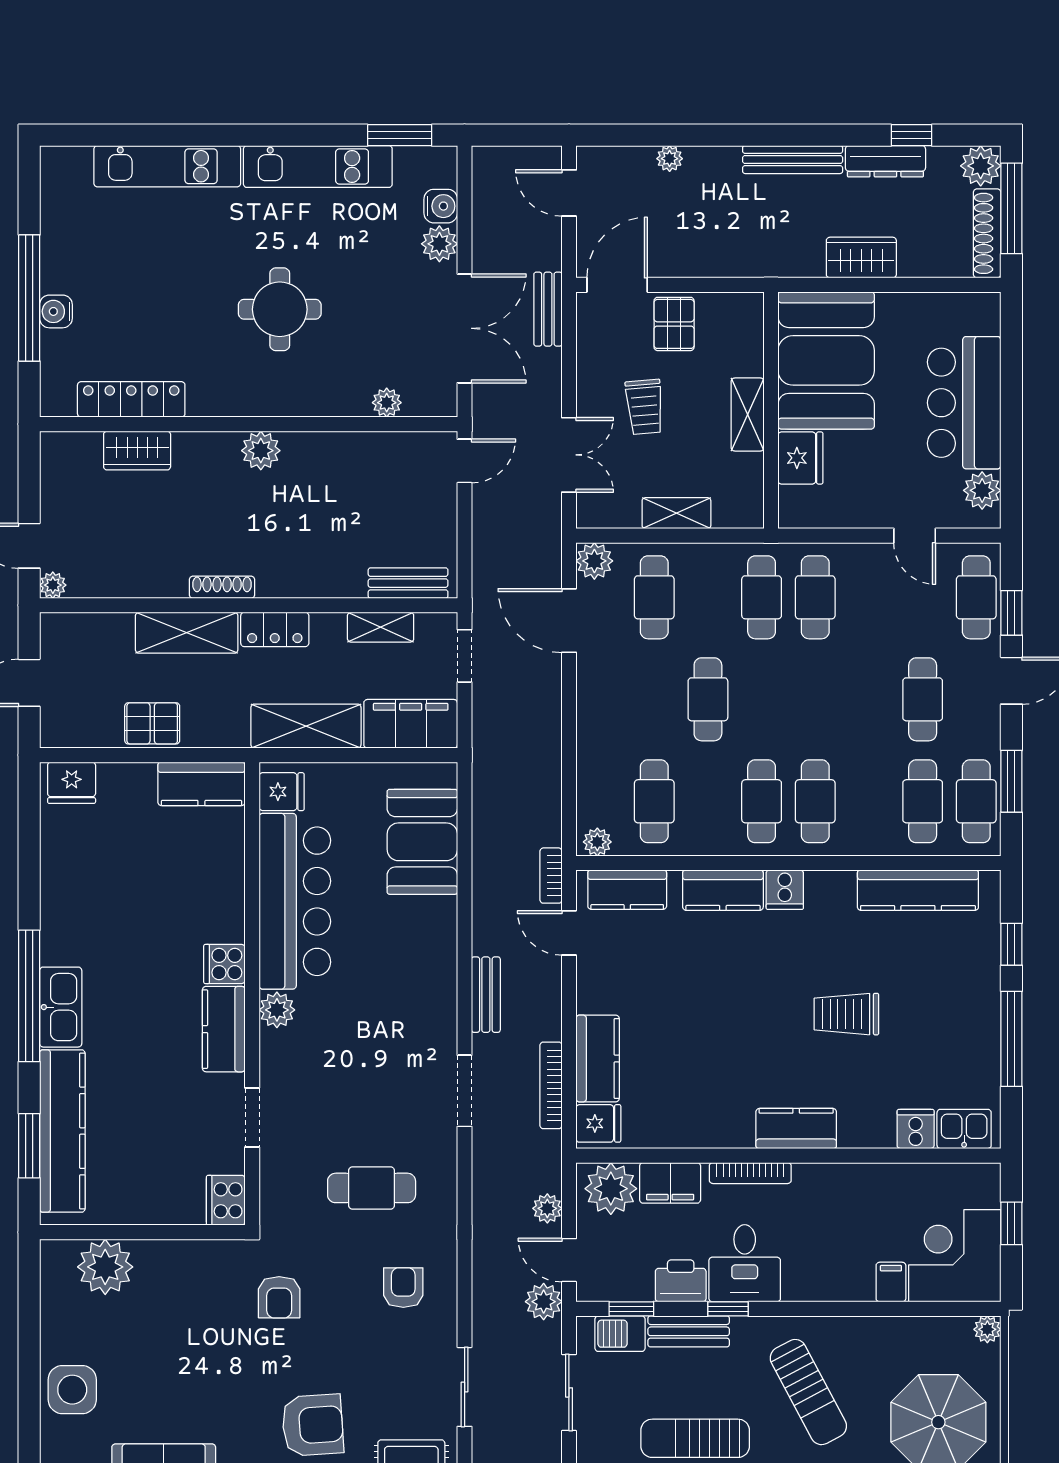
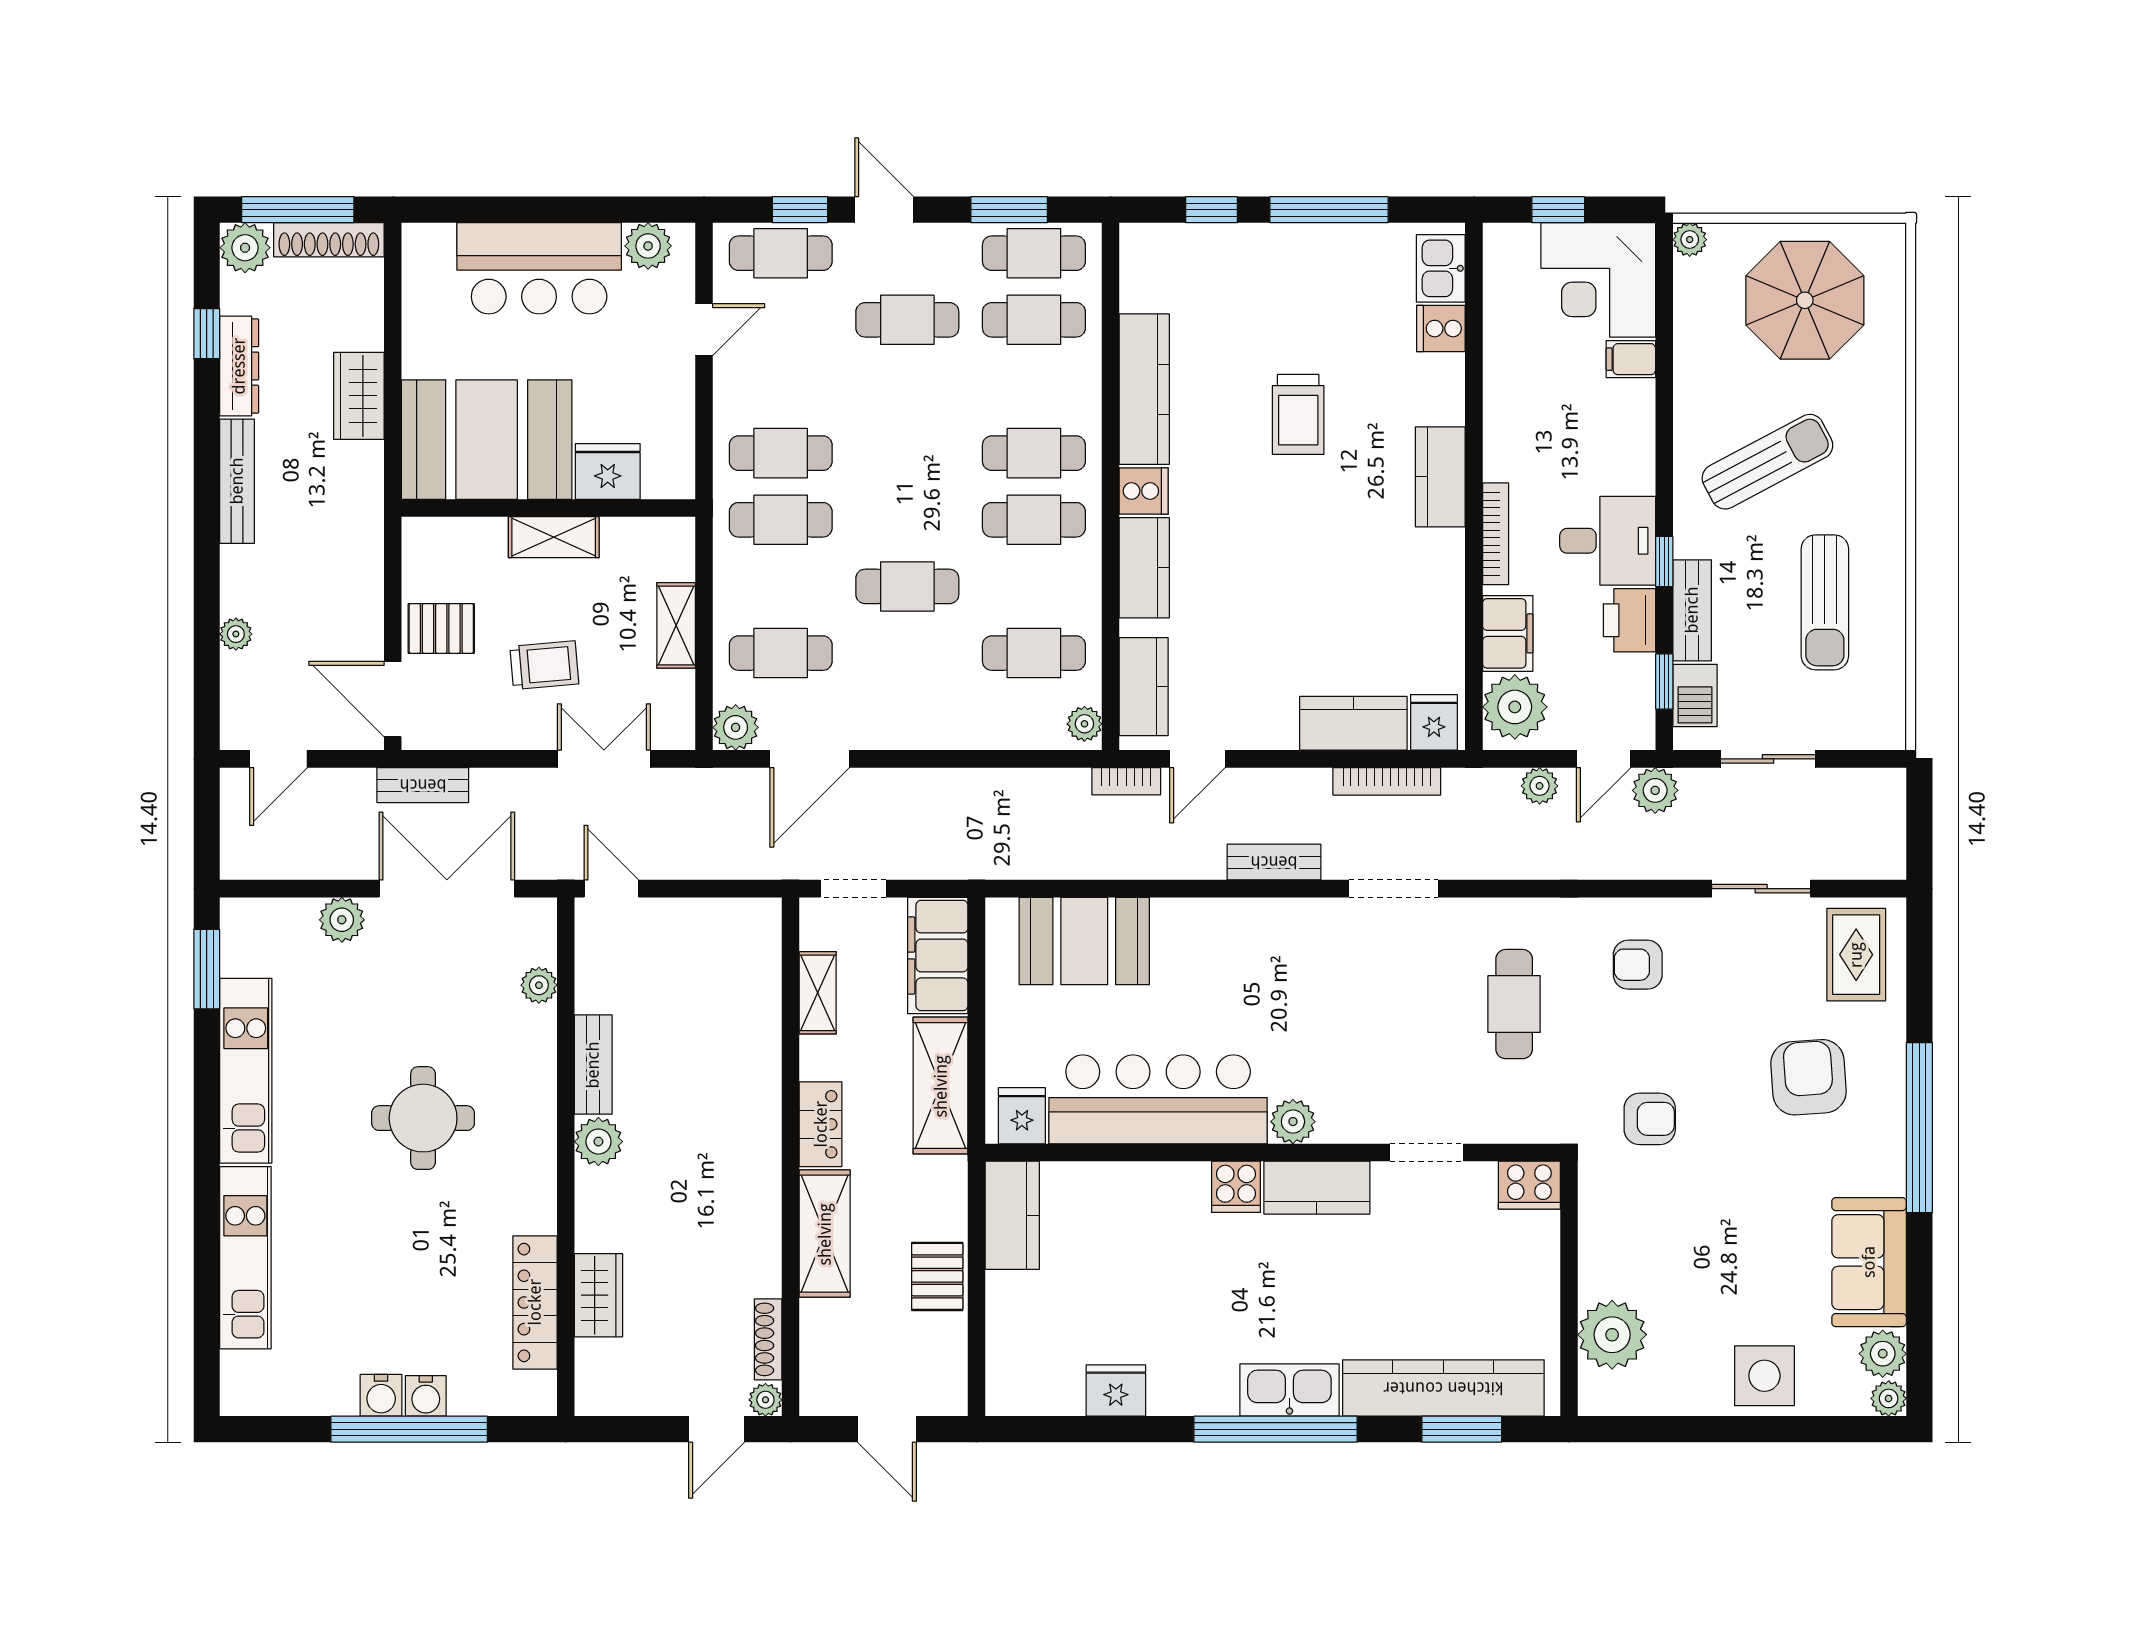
water cooler: (441, 206) -> (381, 1395), moved, turned 180
bench: (408, 583) -> (593, 1065), moved
shoe rack: (222, 587) -> (768, 1339), moved
fridge: (72, 783) -> (1116, 1391), moved, turned -90
kitchen counter: (918, 890) -> (1144, 389), moved

